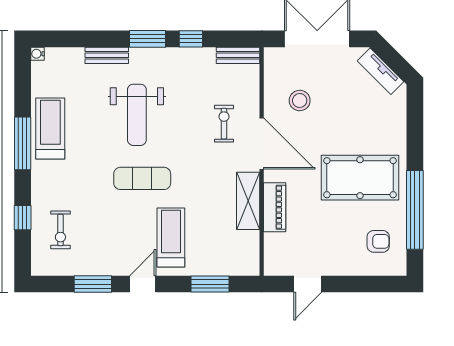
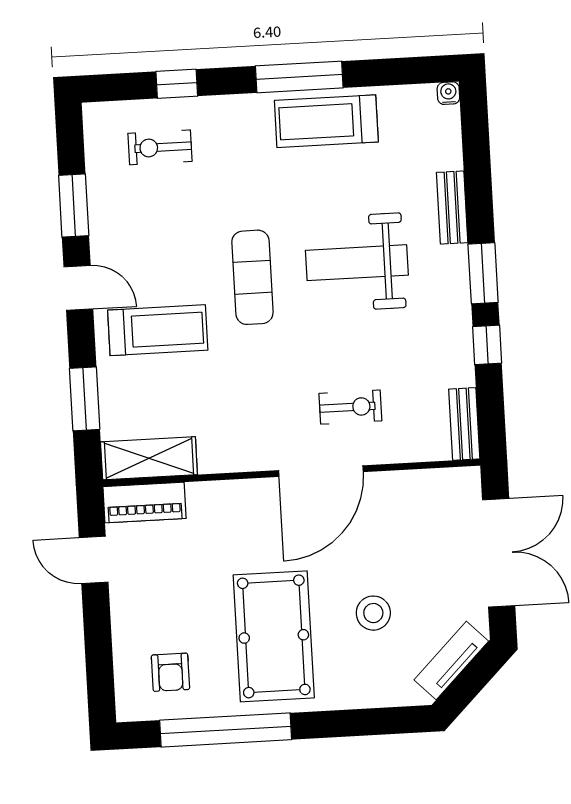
stool: (300, 100) -> (373, 613), moved
treadmill: (50, 128) -> (326, 121), turned 180
shelving: (248, 201) -> (149, 458), moved
piano: (275, 207) -> (145, 503), moved

